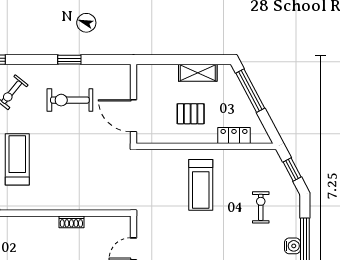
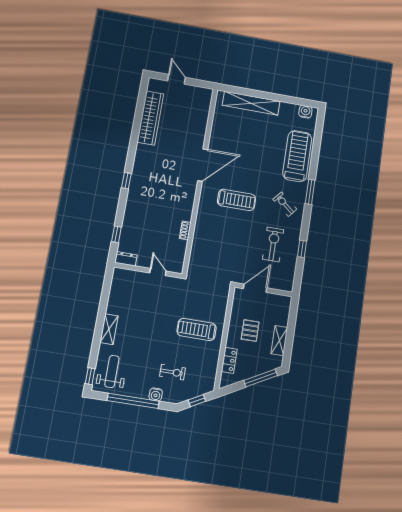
water cooler: (293, 246) -> (156, 394), moved

